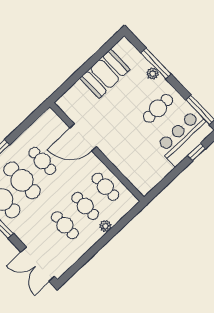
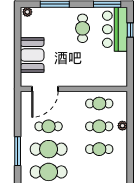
booth: (105, 74) -> (32, 55), moved
plant: (153, 74) -> (27, 12), moved
door: (83, 137) -> (45, 89), moved

